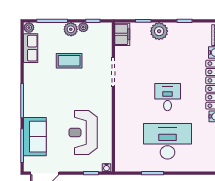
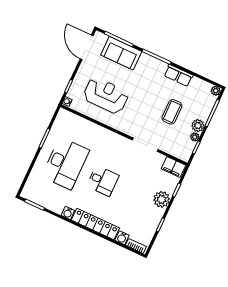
row of seats: (31, 48) -> (178, 75), moved

